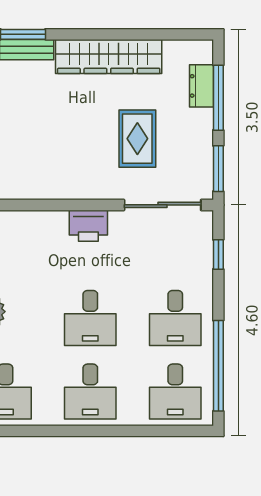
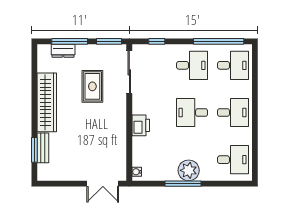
rug: (137, 139) -> (92, 86), turned 90
printer: (88, 226) -> (141, 125), moved
desk: (90, 318) -> (192, 112), turned 180

